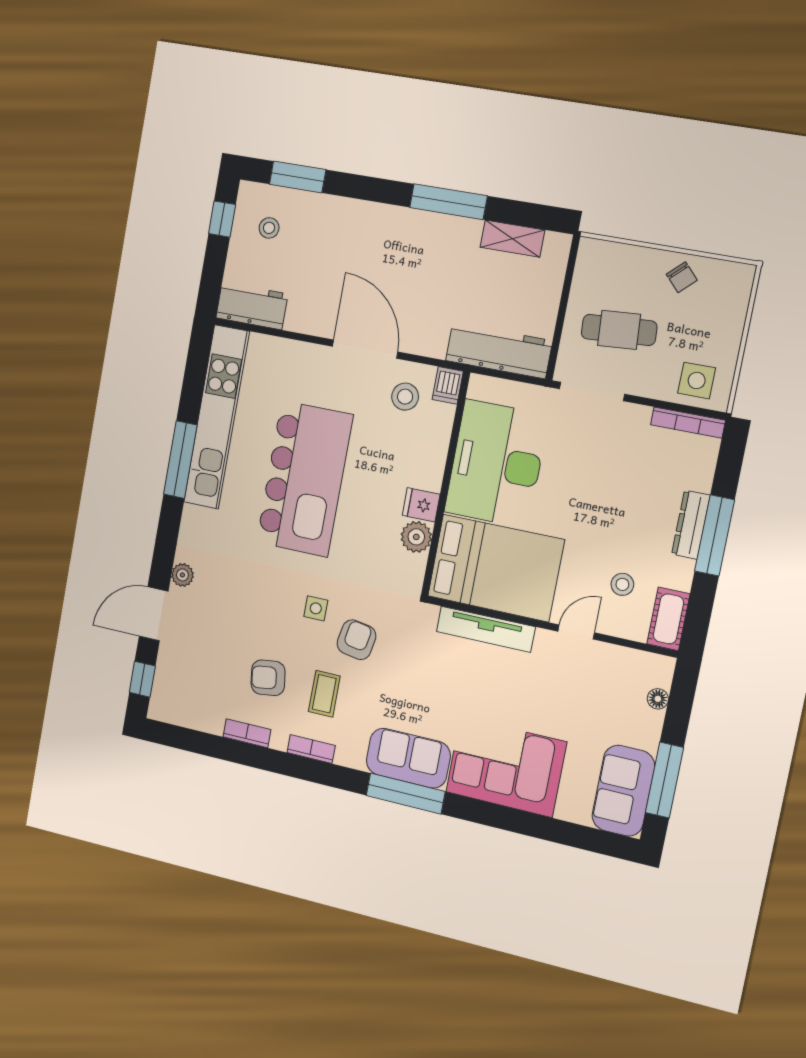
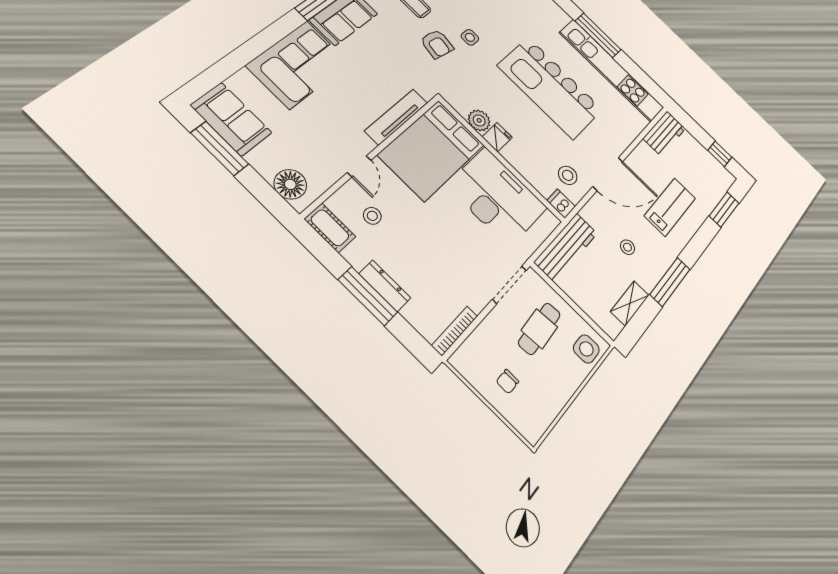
stool: (269, 228) -> (628, 247), moved
lab bench: (349, 249) -> (670, 207), added
chair: (682, 277) -> (507, 382), moved, turned -47
side table: (697, 381) -> (586, 349), moved
floor lamp: (658, 699) -> (290, 184), width x1.89, depth x1.89

